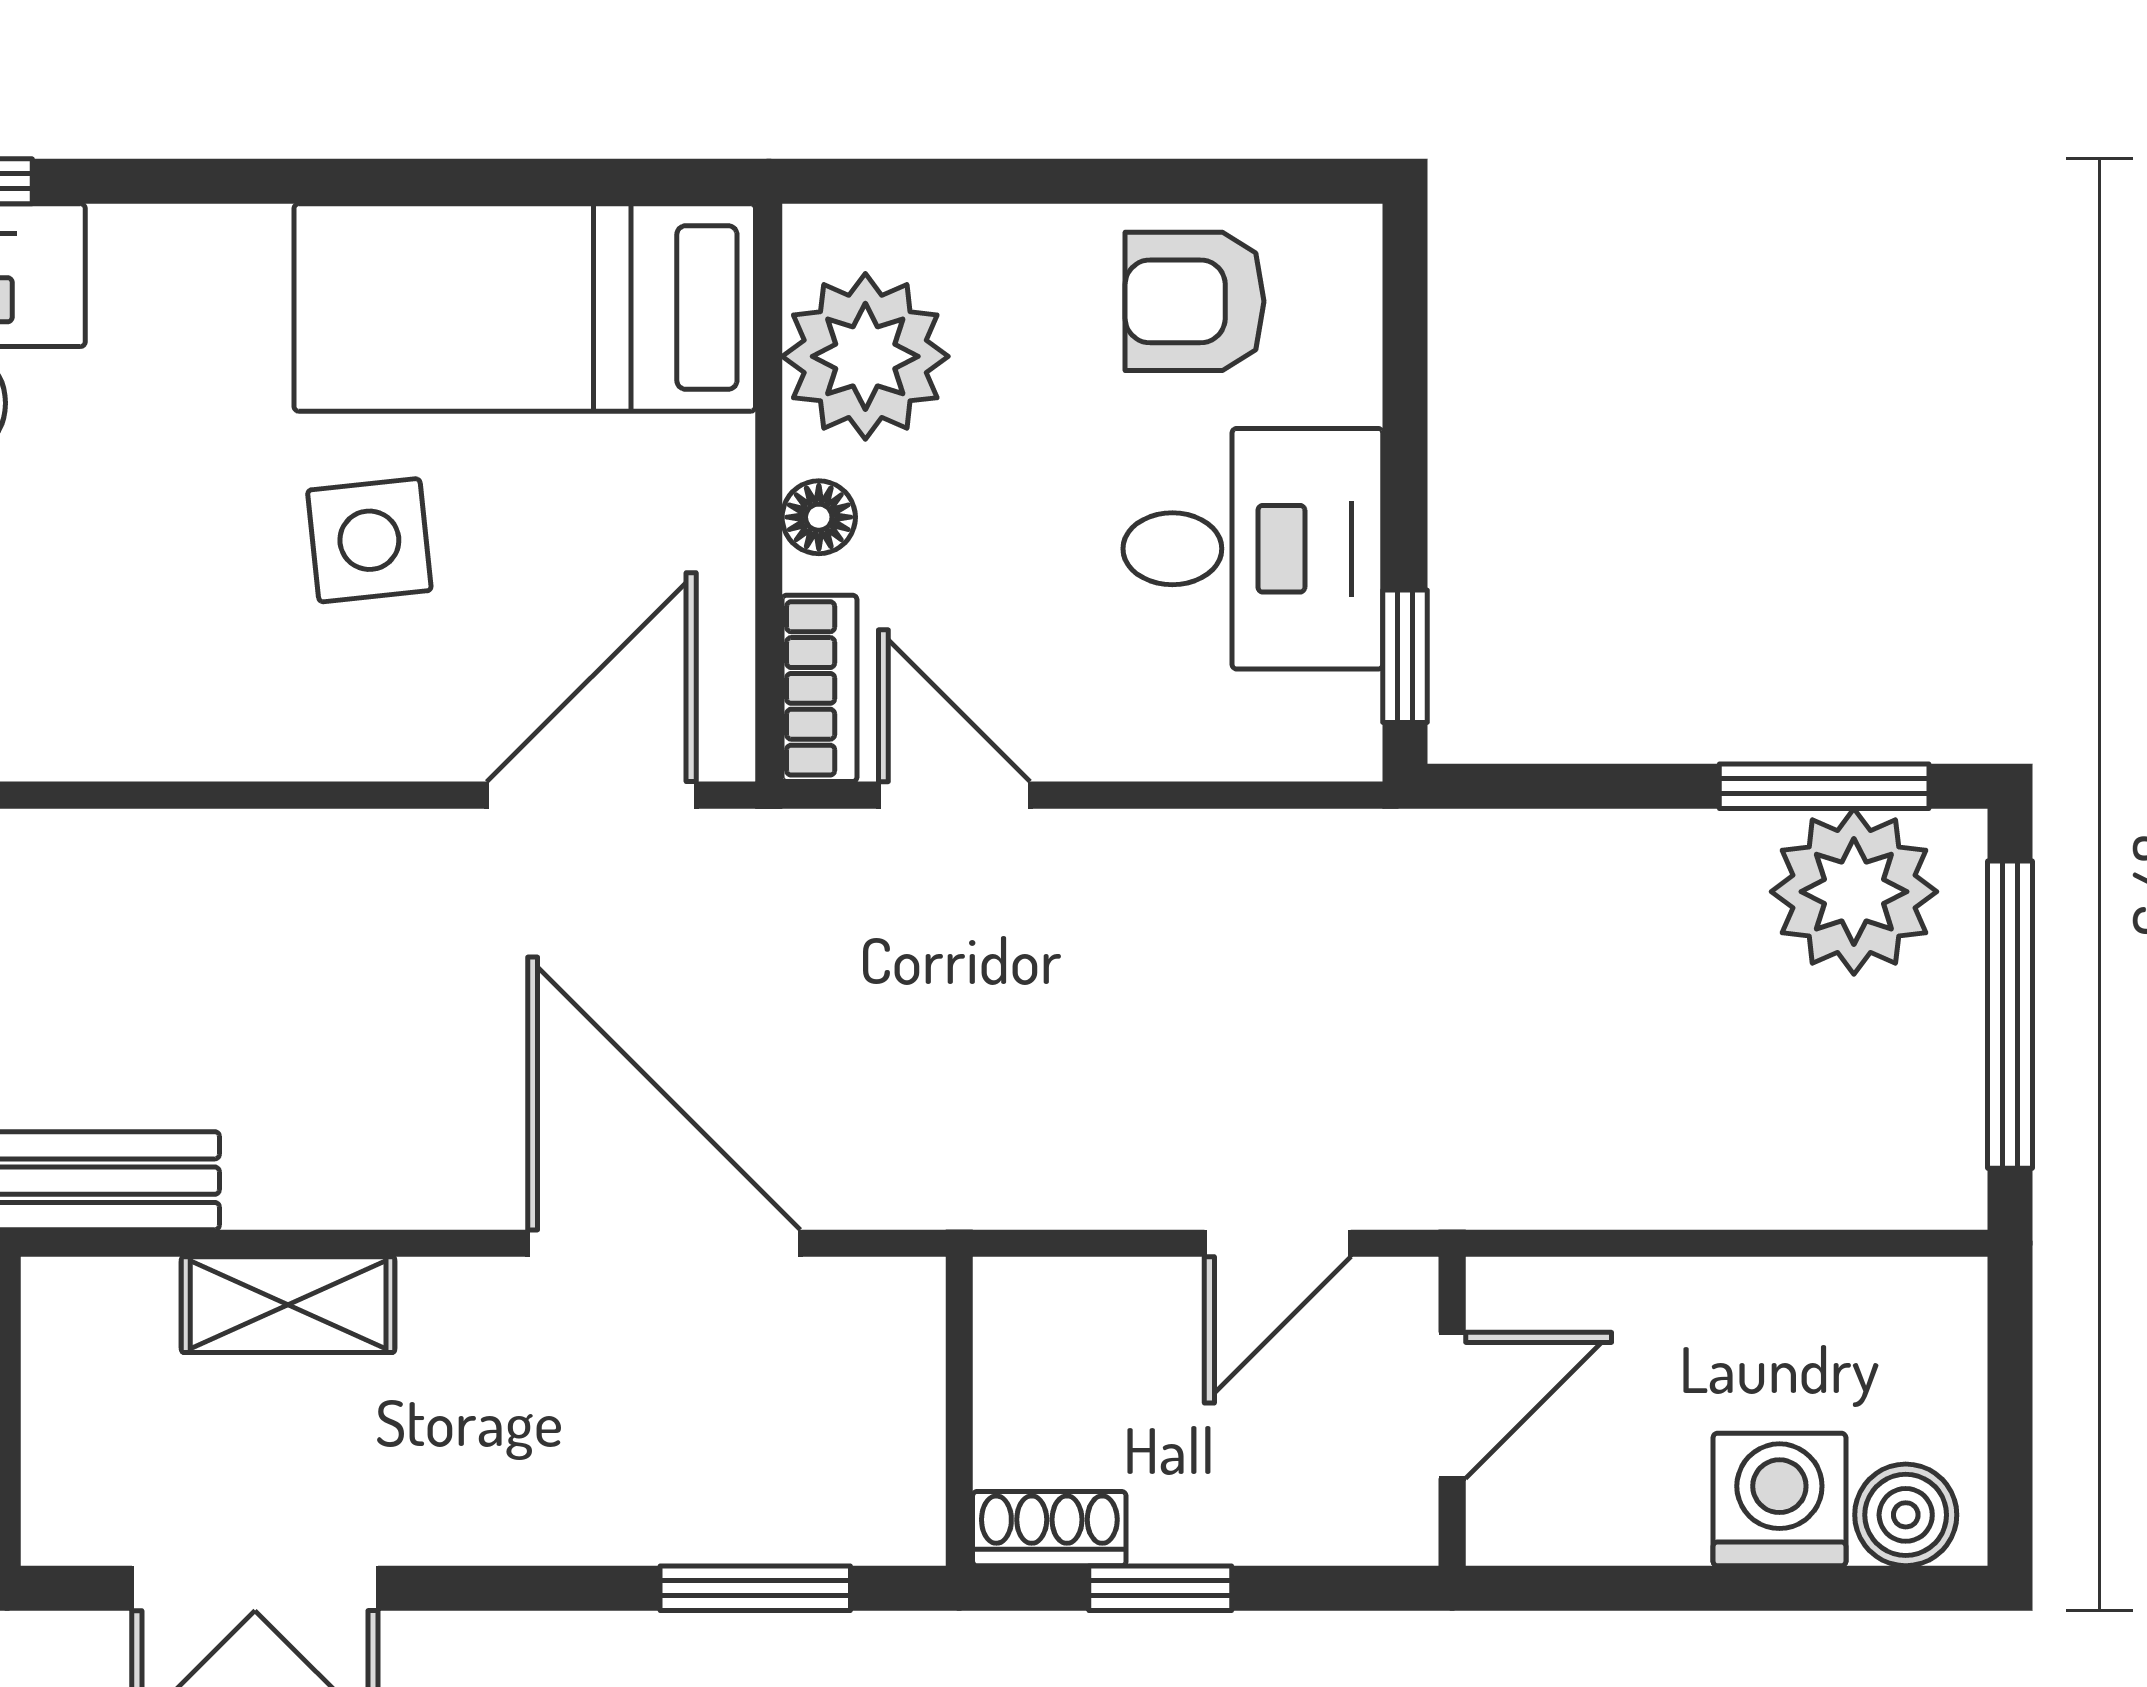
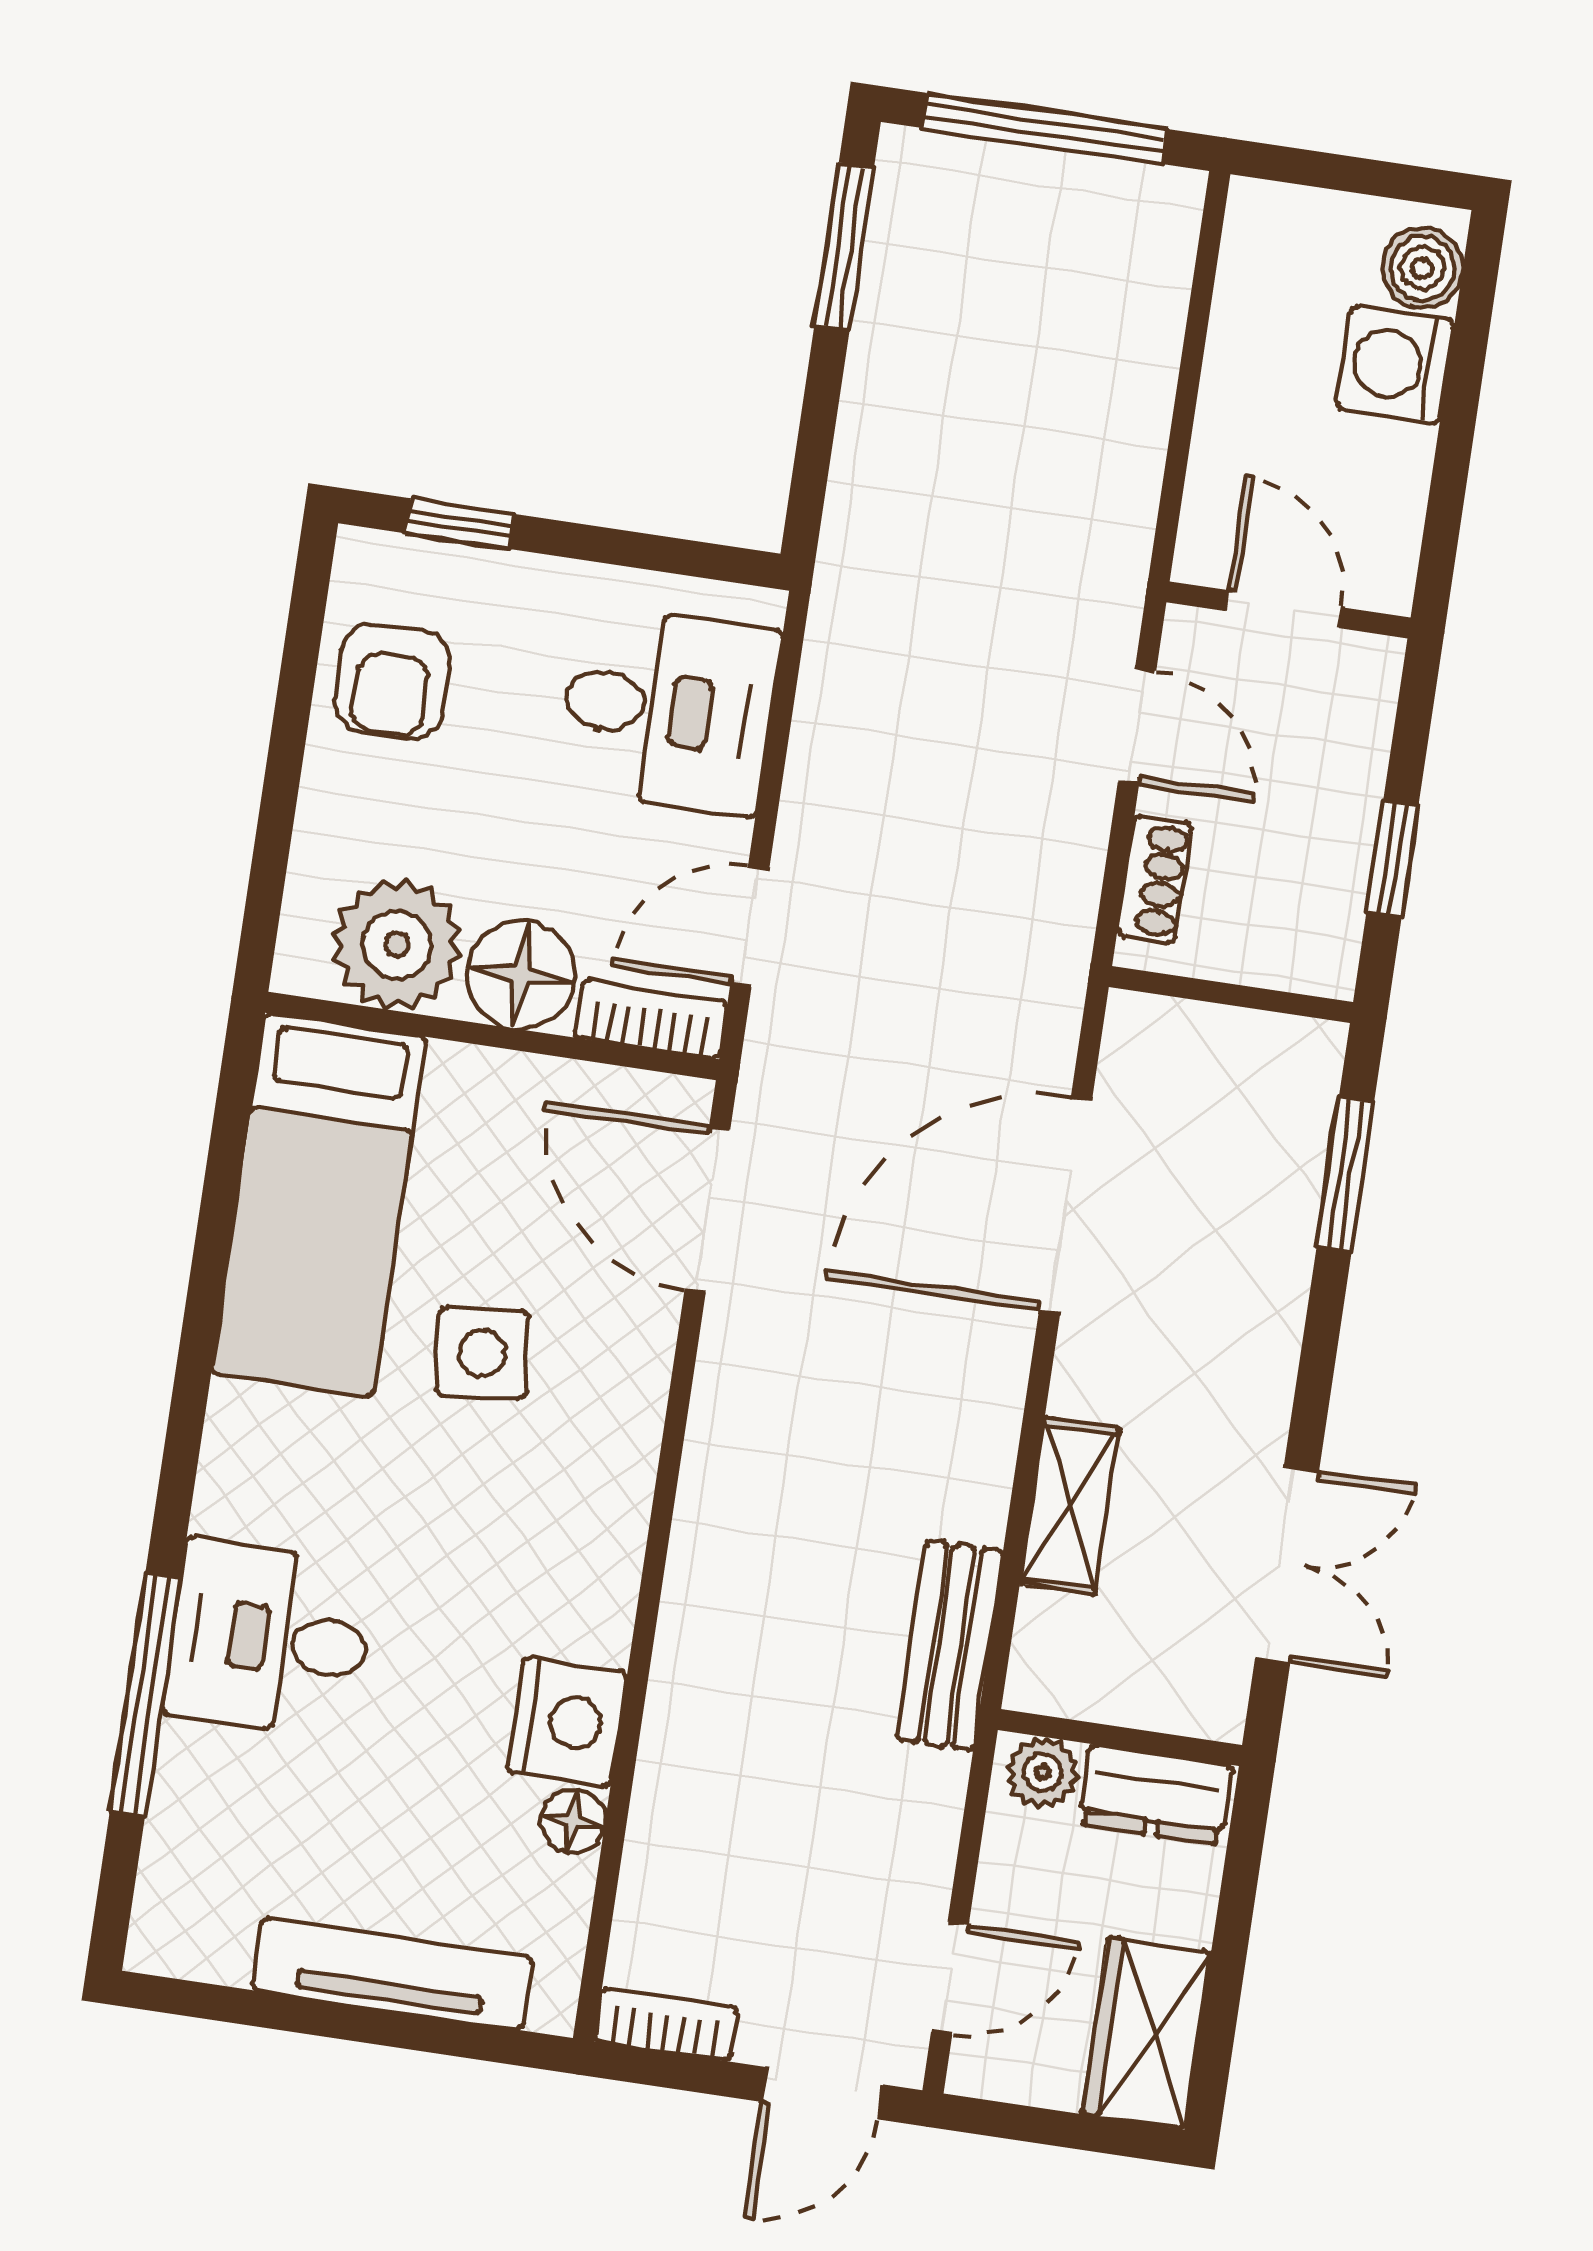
floor lamp: (819, 517) -> (521, 975), width x1.89, depth x1.89
desk: (1253, 549) -> (668, 710), moved, turned 90
window: (1405, 656) -> (460, 524), moved
plant: (1854, 892) -> (930, 236), removed
shoe rack: (1049, 1529) -> (1155, 880), moved, turned 180

